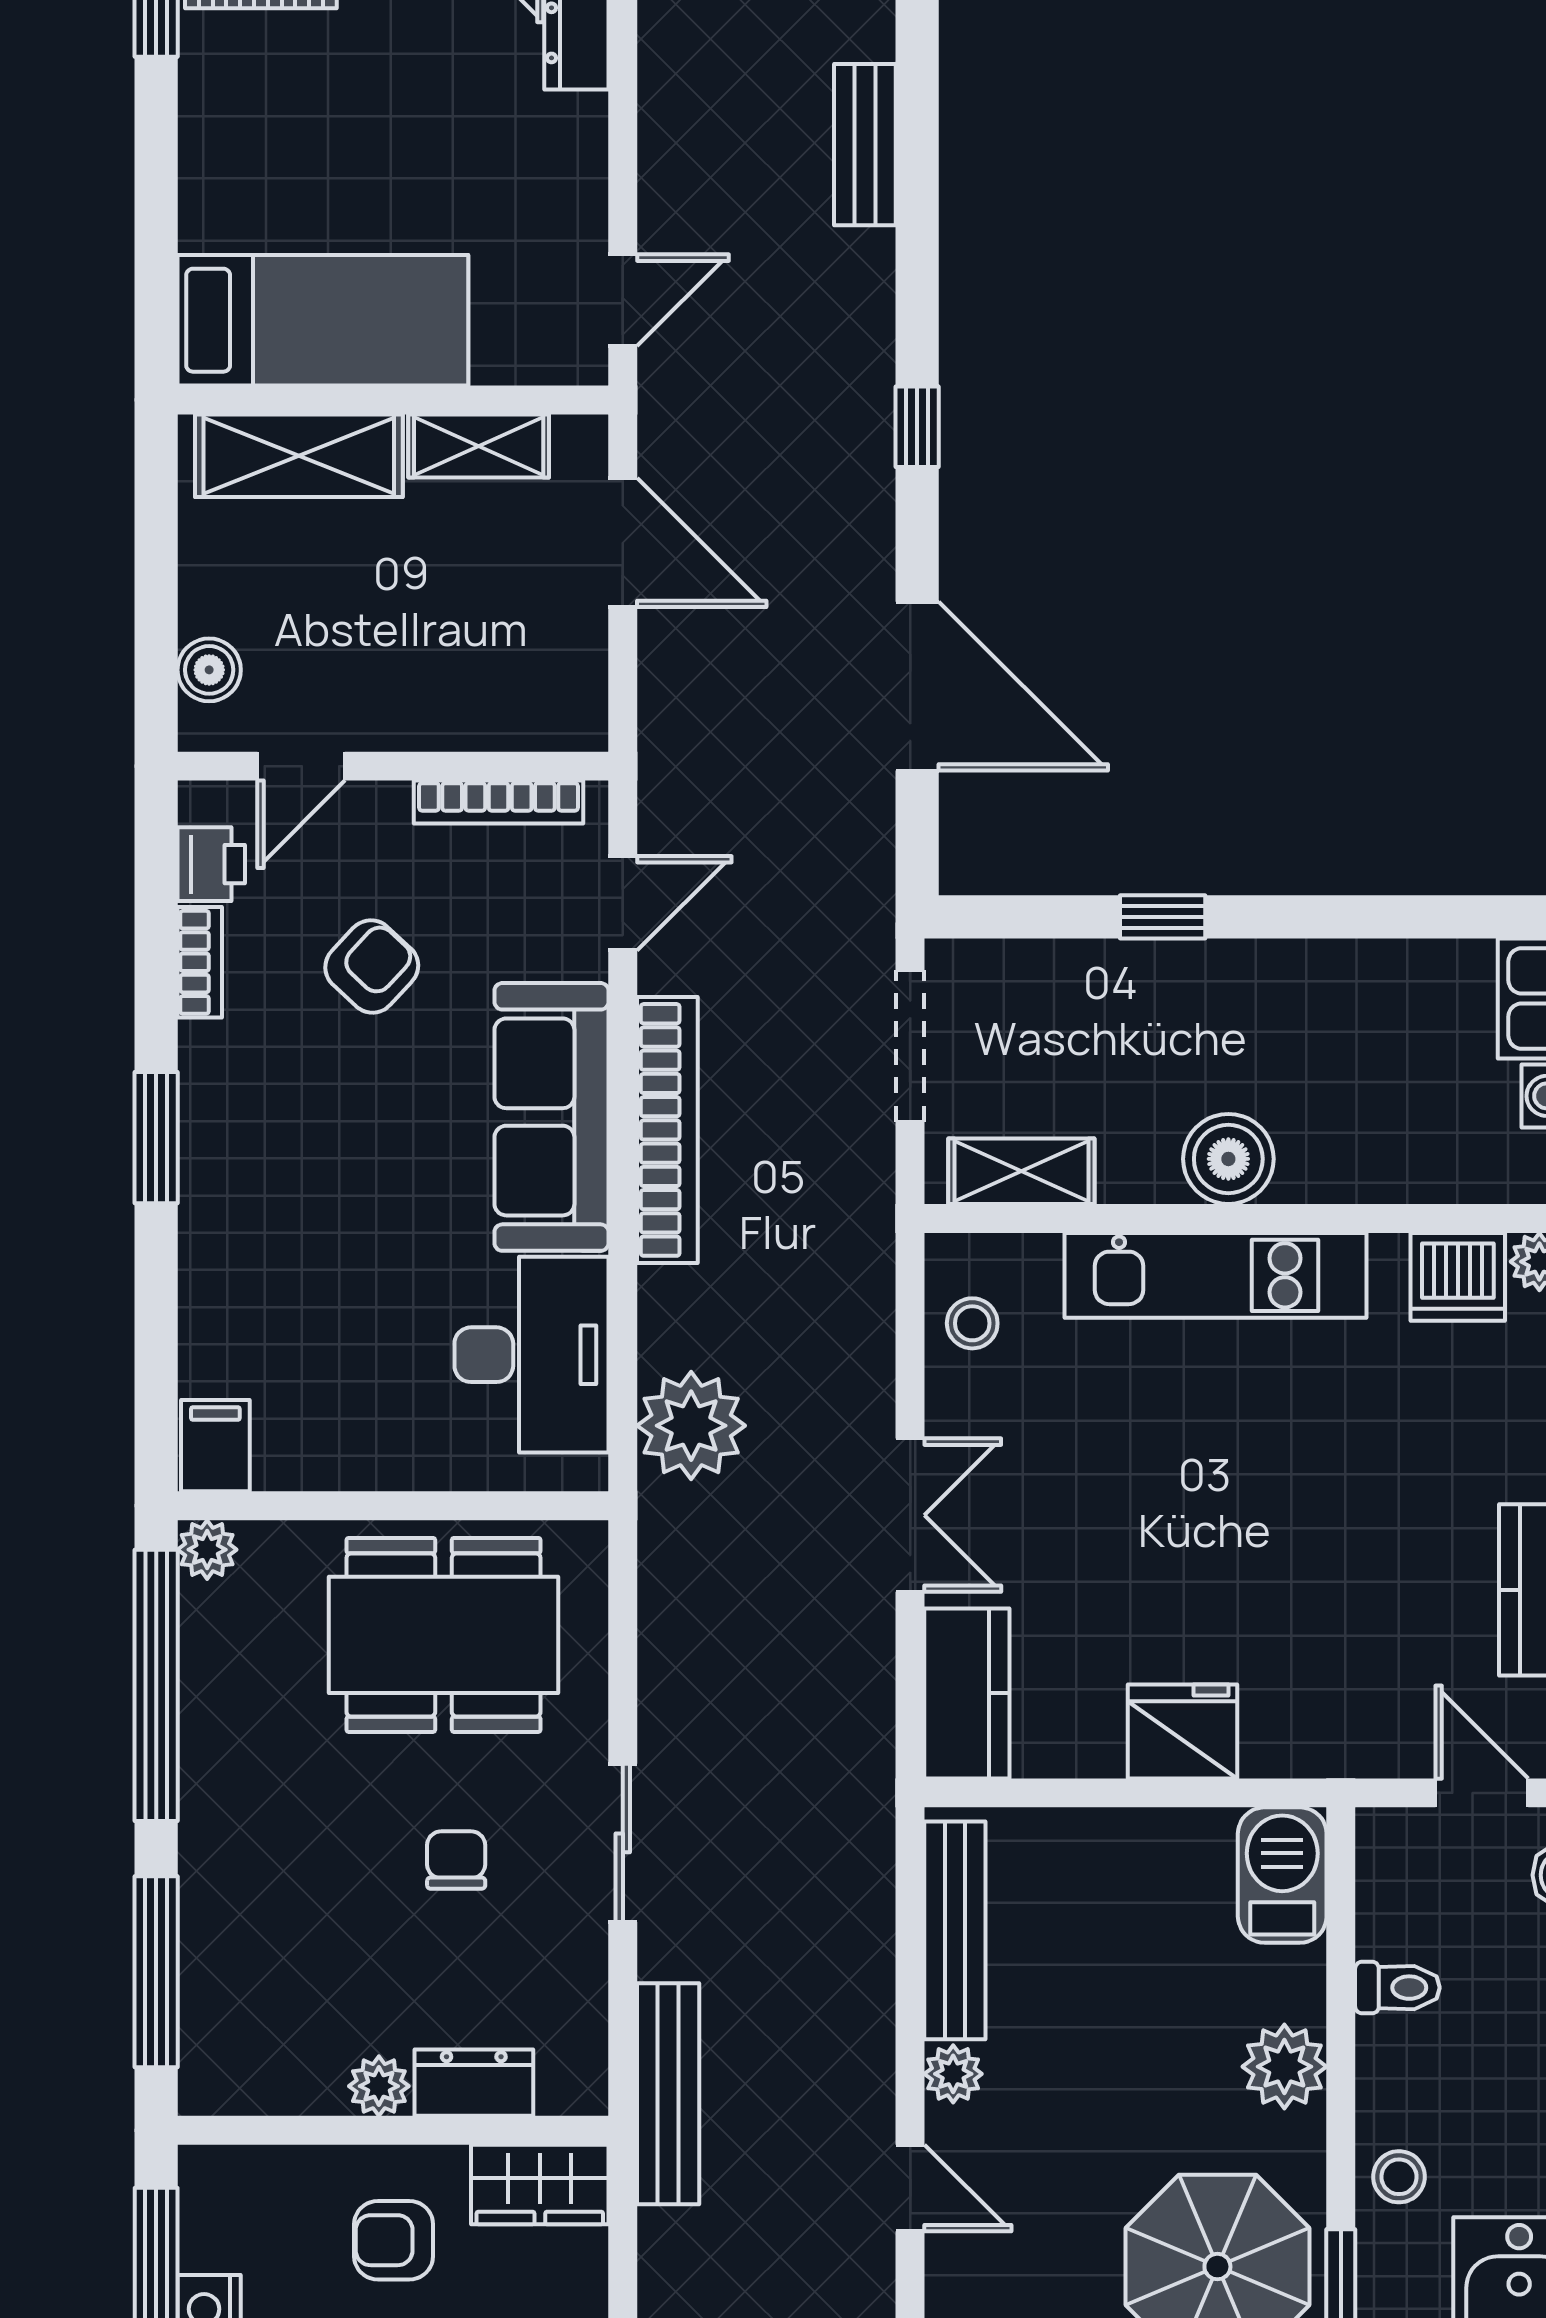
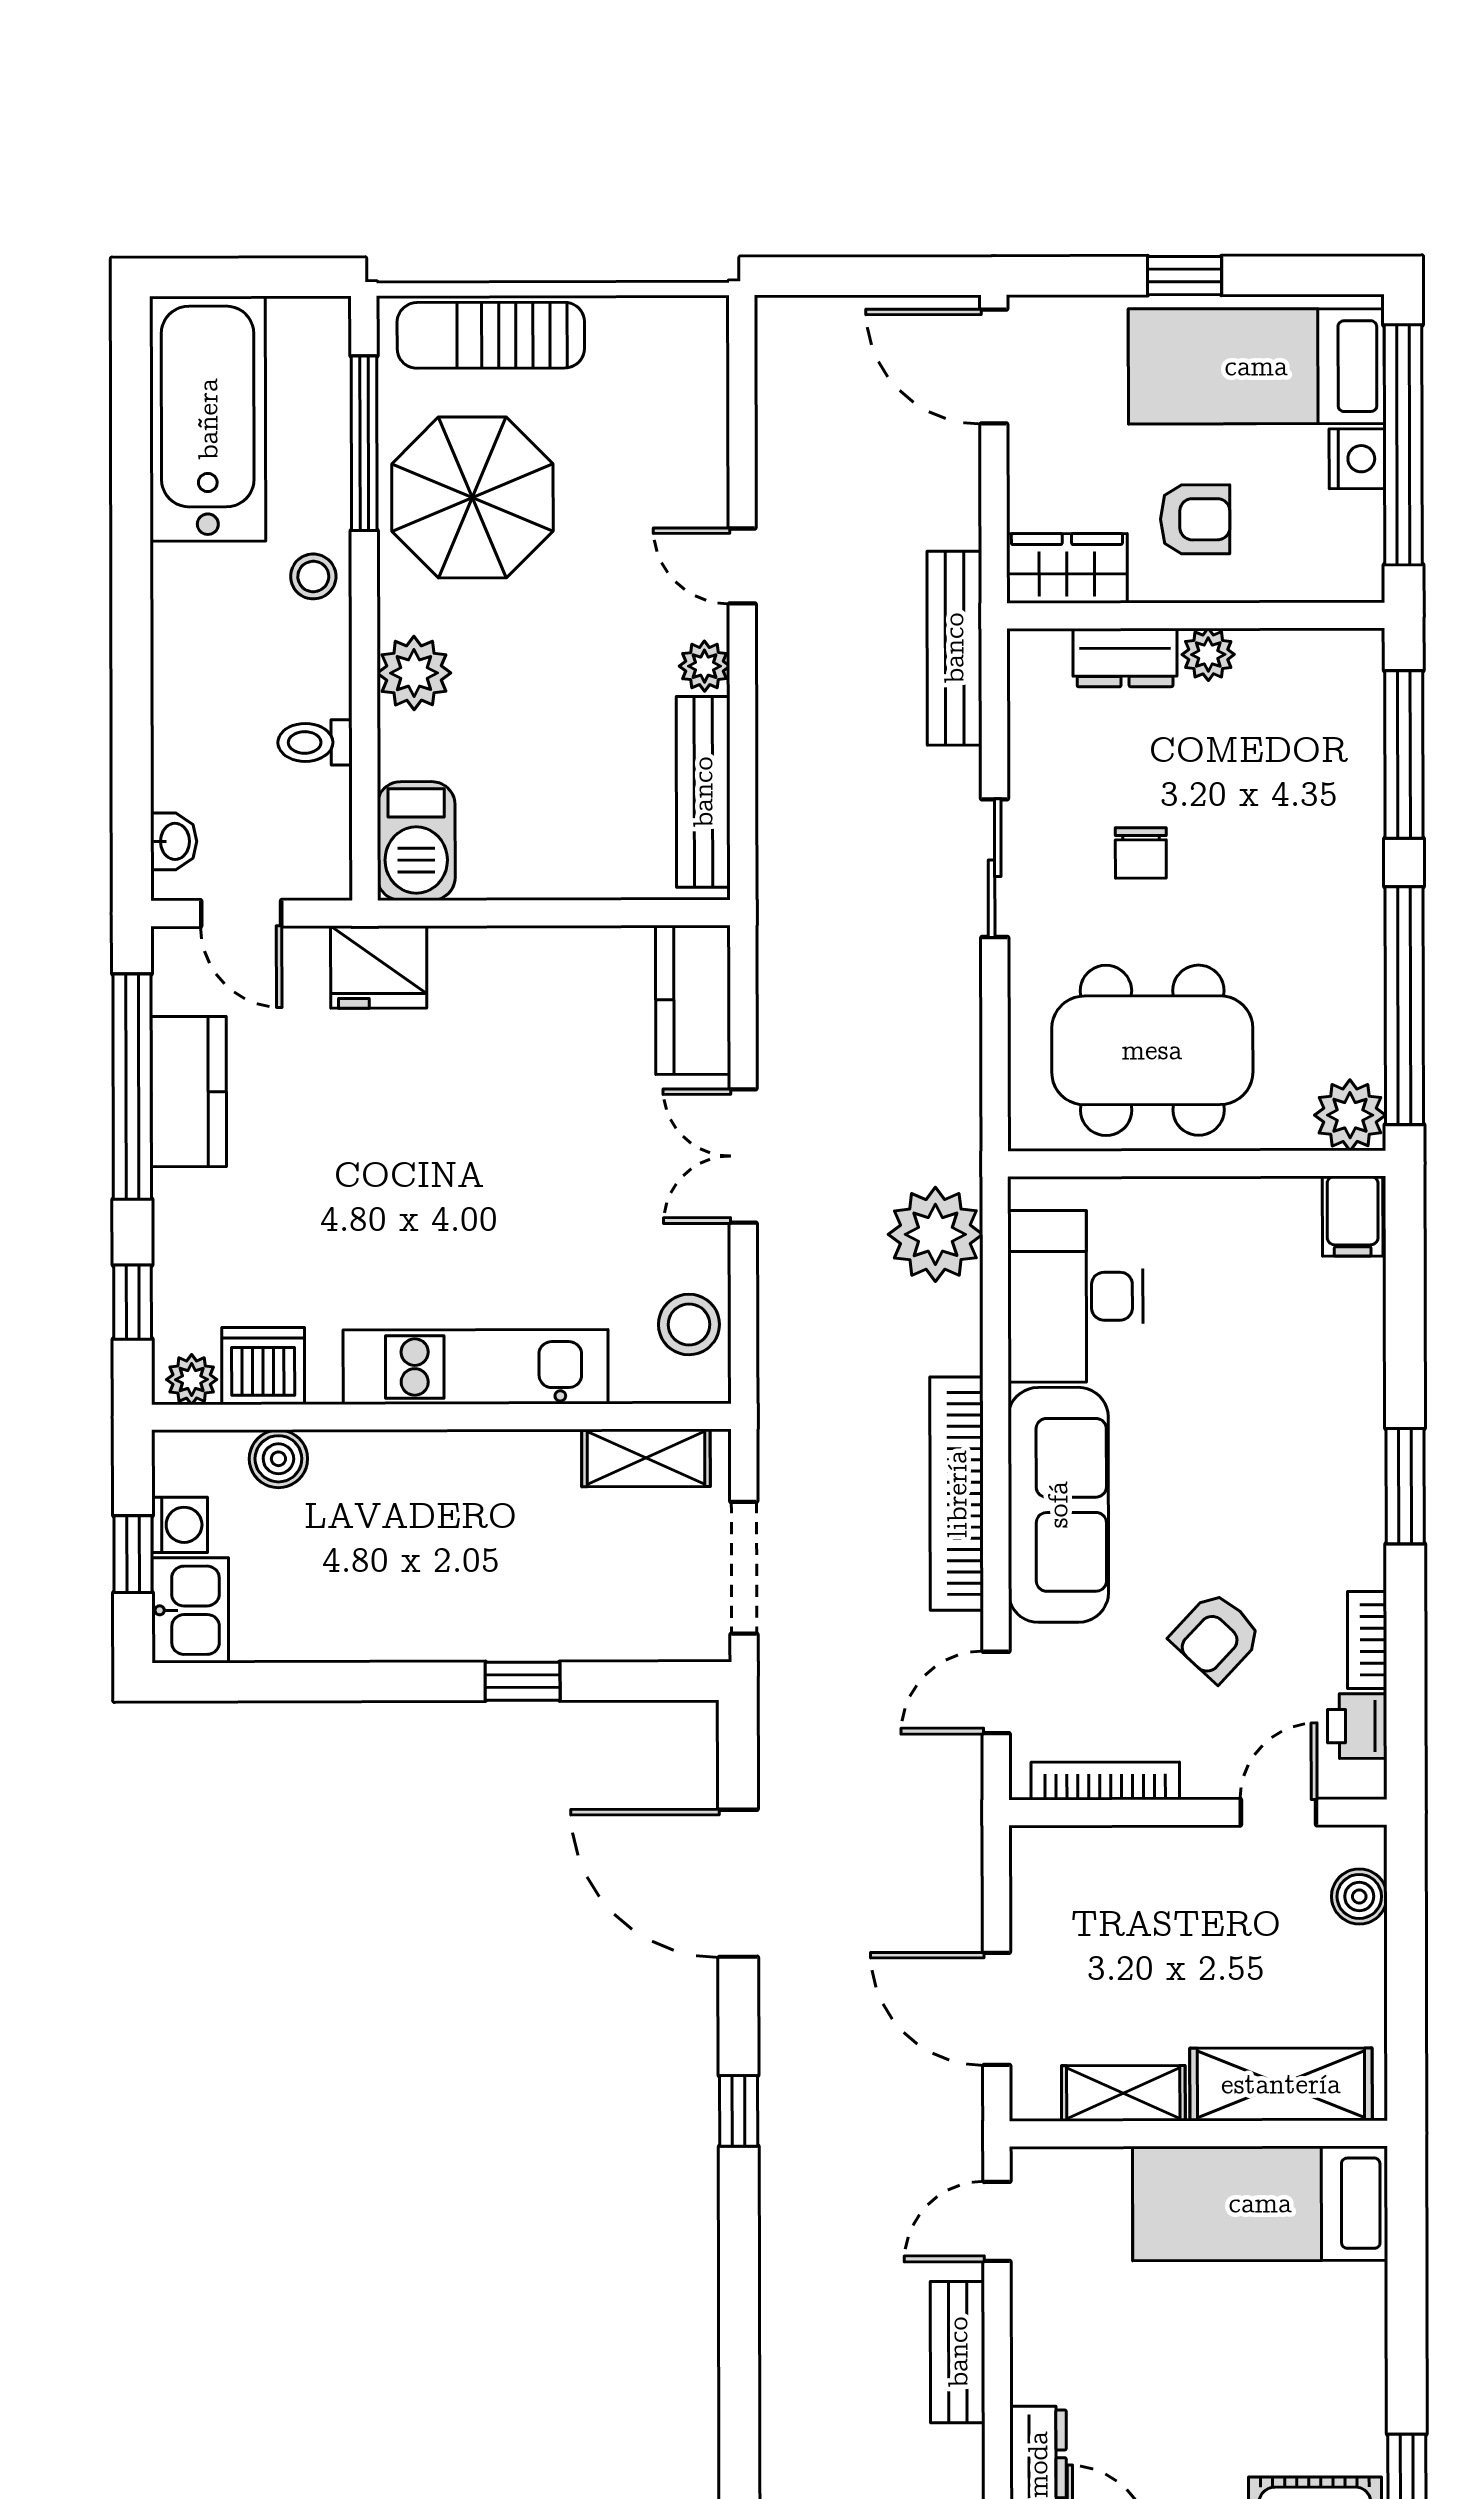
bench: (865, 145) -> (958, 2352), moved
boiler: (1228, 1159) -> (278, 1459), moved, width x0.73, depth x0.73
stool: (972, 1323) -> (689, 1324), width x1.37, depth x1.37
plant: (207, 1550) -> (1350, 1115), width x1.38, depth x1.38
fridge: (1183, 1731) -> (379, 967), moved

